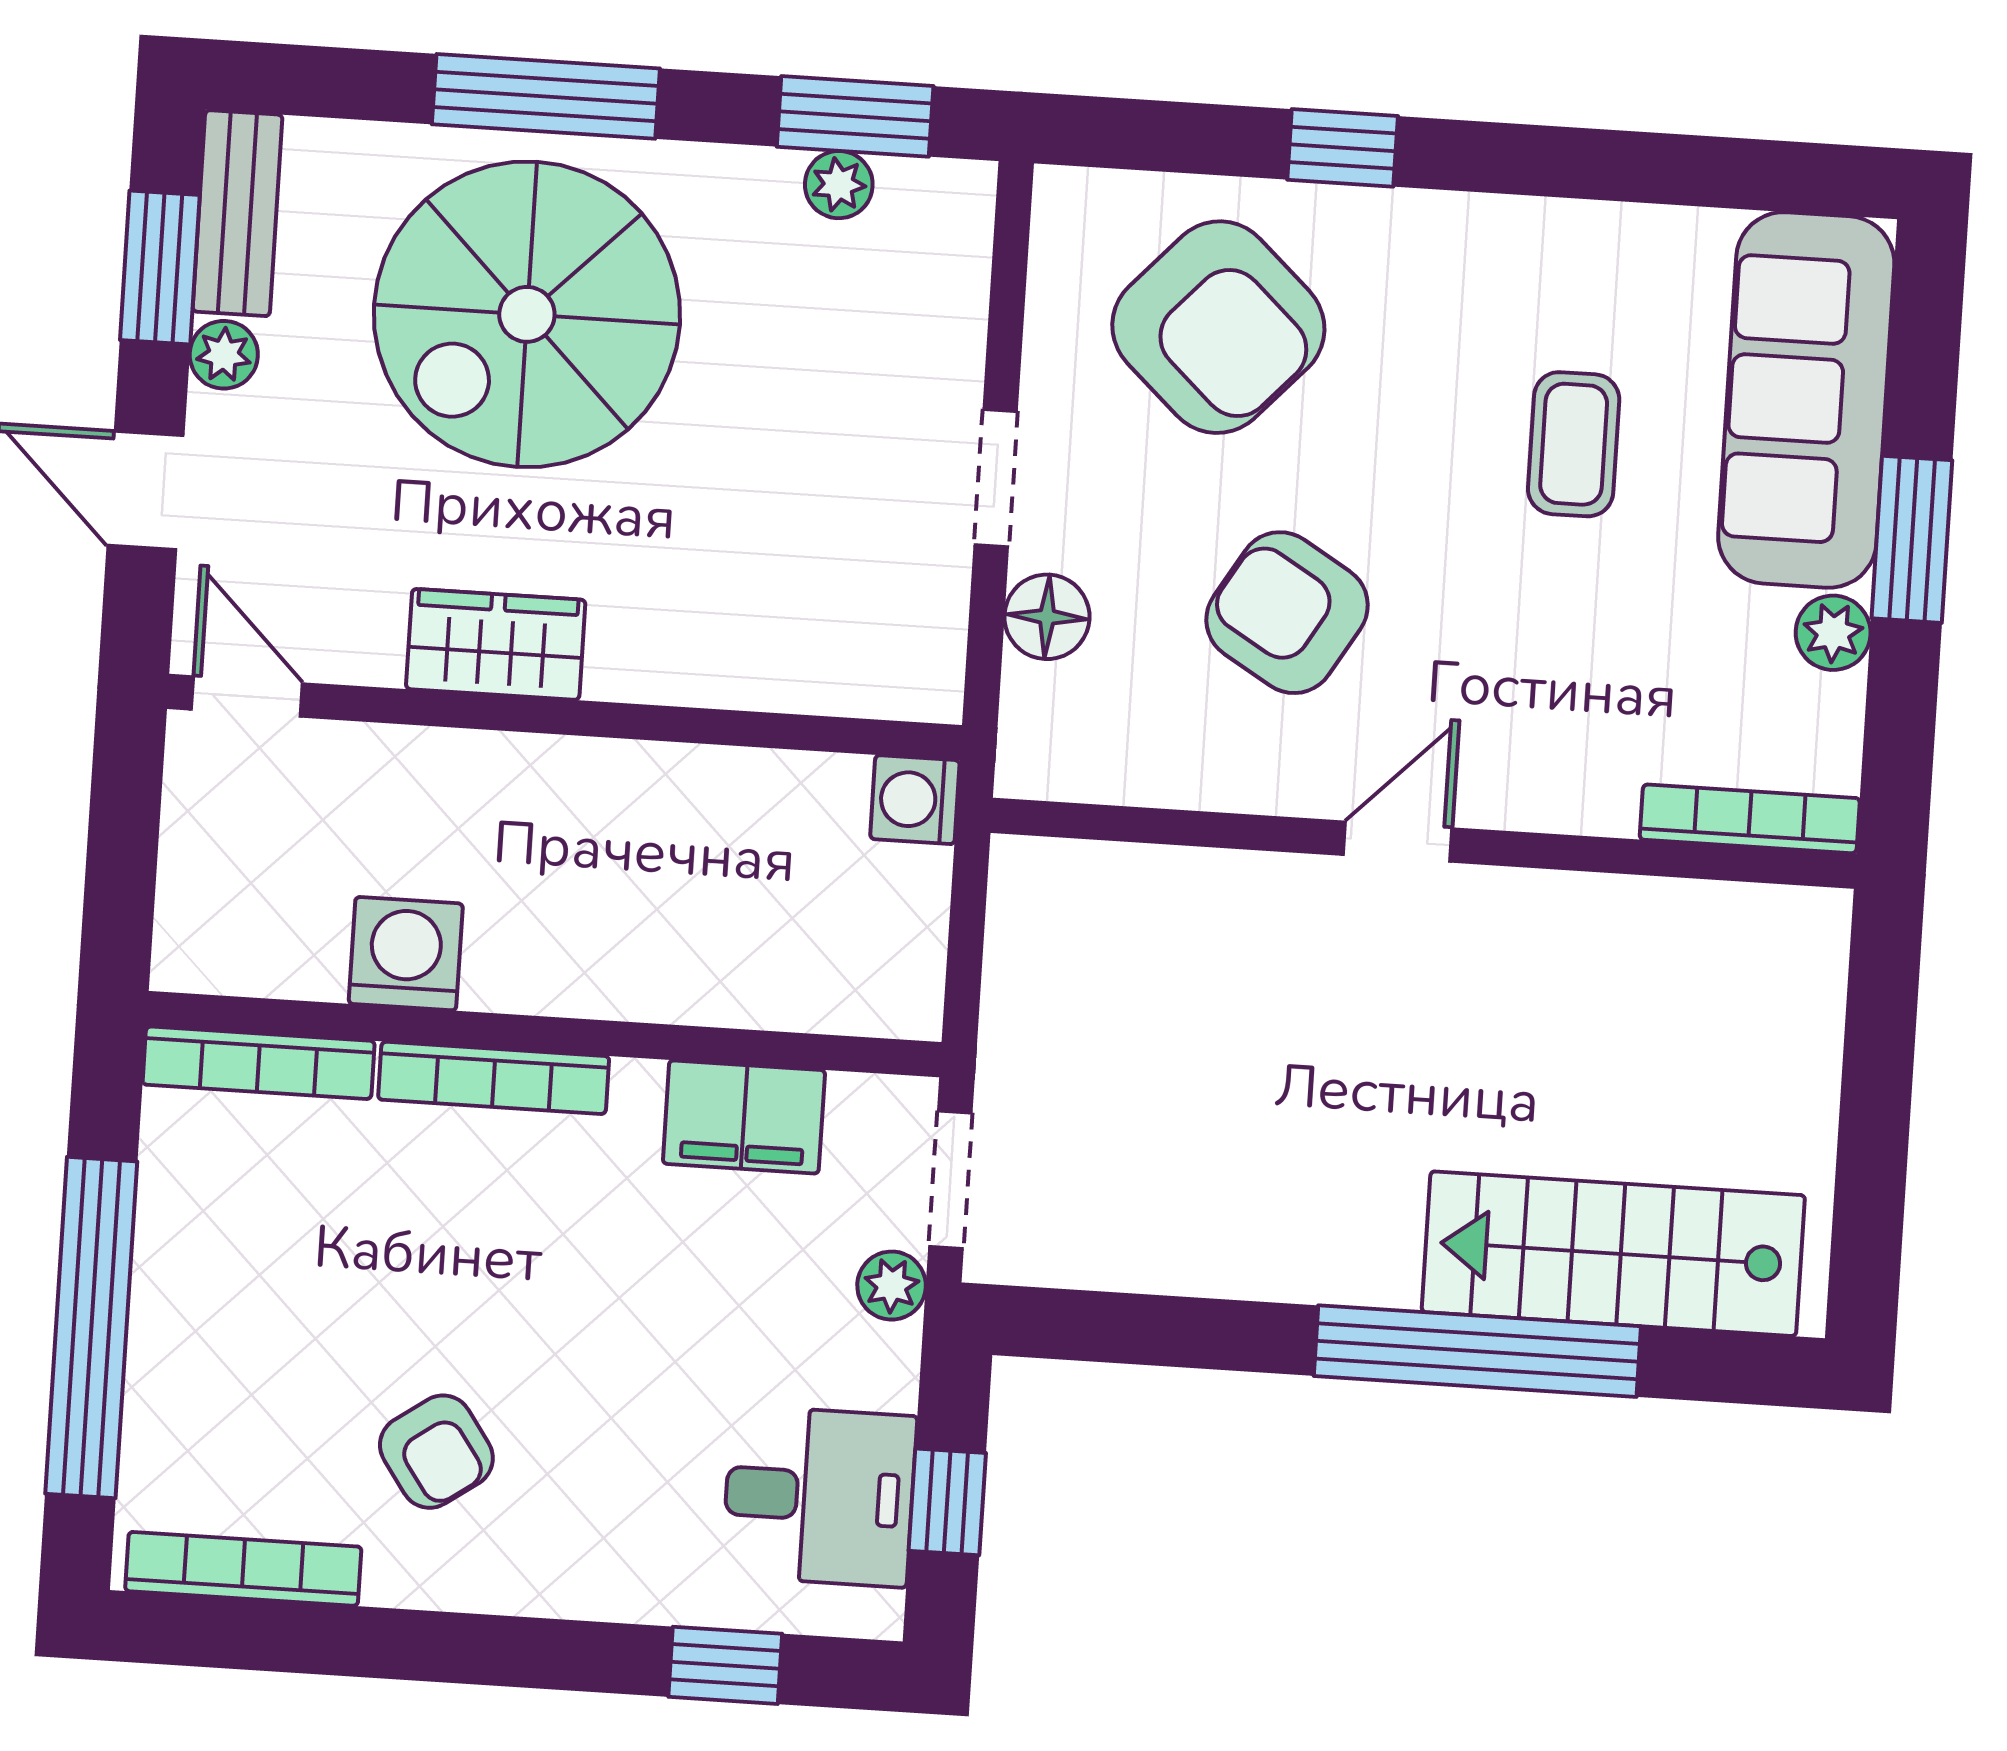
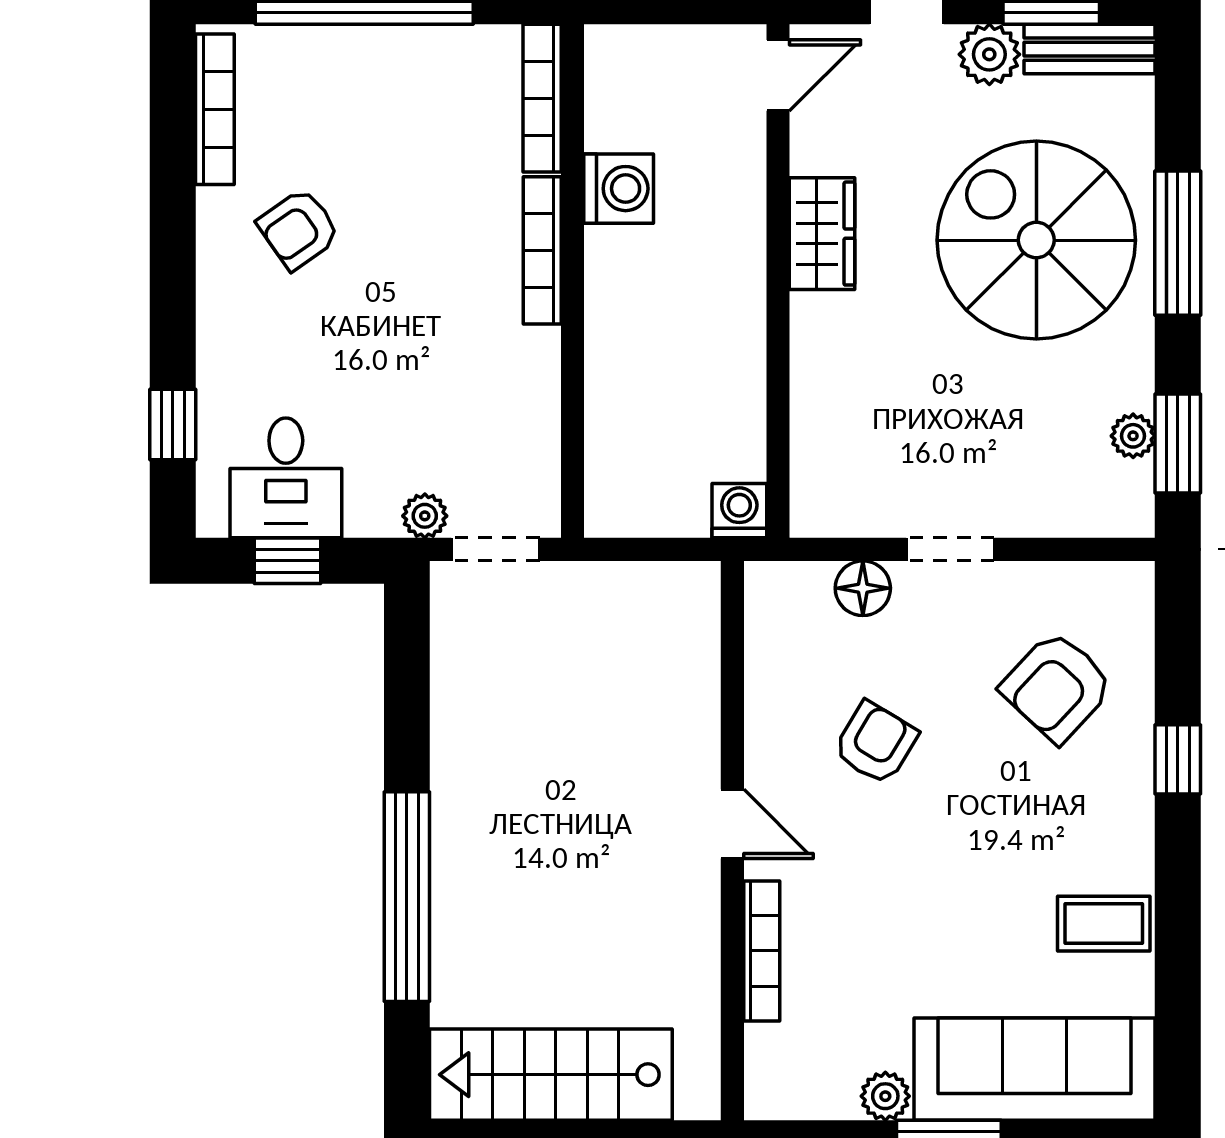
armchair: (1218, 327) -> (1057, 687), width x0.73, depth x0.73
plant: (224, 355) -> (989, 54), width x1.38, depth x1.38
coffee table: (1574, 444) -> (1104, 924), moved
armchair: (1287, 613) -> (876, 743), width x0.72, depth x0.72
bookcase: (1750, 819) -> (762, 951), moved
filing cabinet: (744, 1117) -> (527, 414), removed
stairs: (1613, 1254) -> (551, 1075), moved, turned -90

